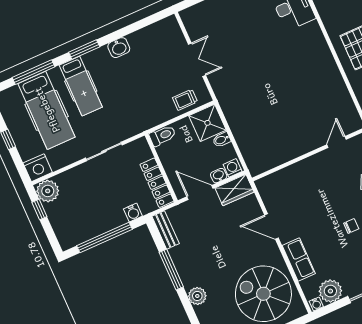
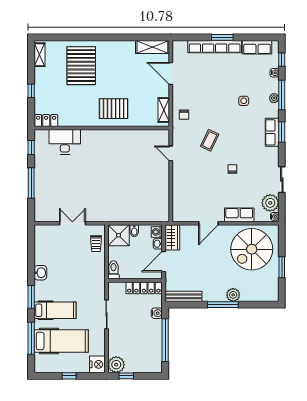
bench: (166, 230) -> (183, 296), width x1.36
window: (171, 270) -> (223, 305), moved

